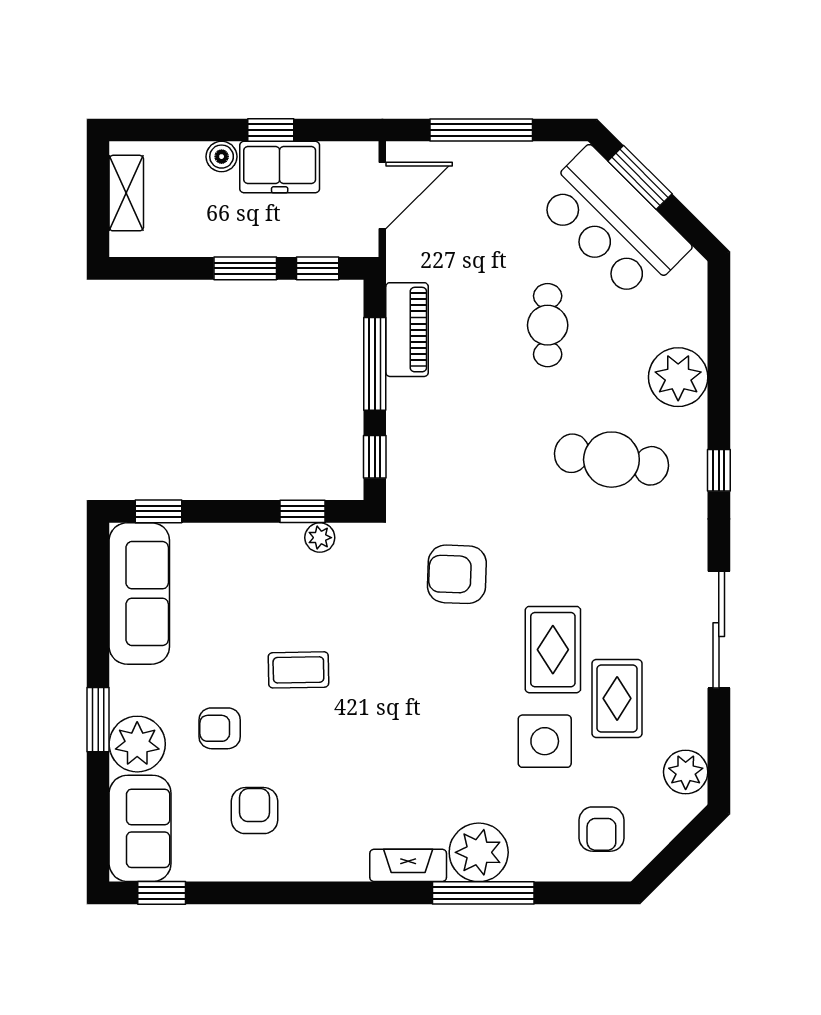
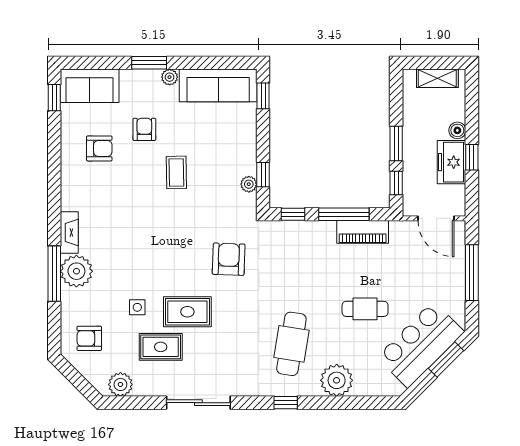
side table: (545, 741) -> (137, 307), width x0.54, depth x0.54
plant: (137, 744) -> (170, 77), moved, width x0.53, depth x0.53

